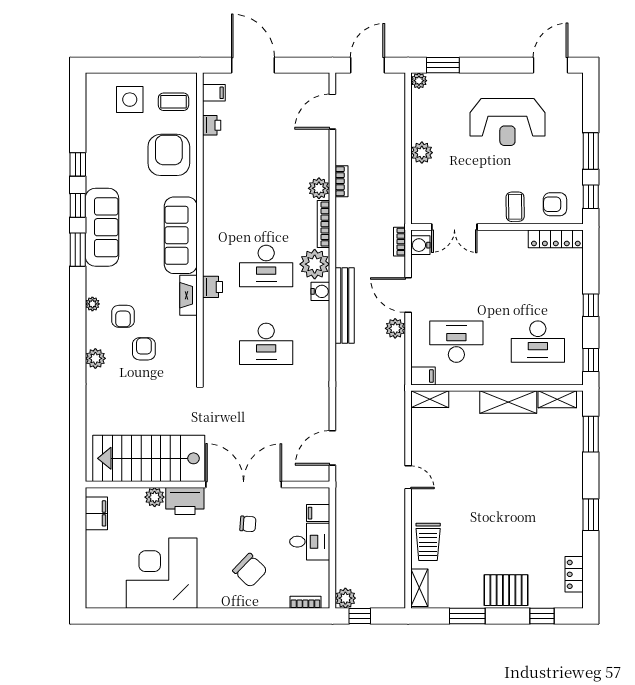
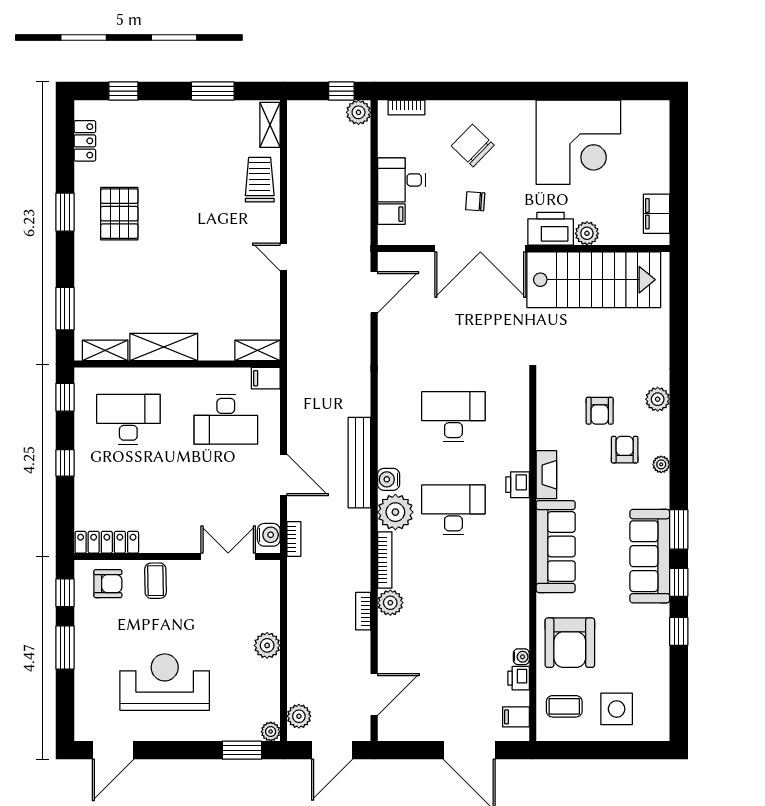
water cooler: (209, 143) -> (521, 657), added
plant: (395, 328) -> (299, 716), moved
pallet: (506, 590) -> (119, 214), moved, turned 90

